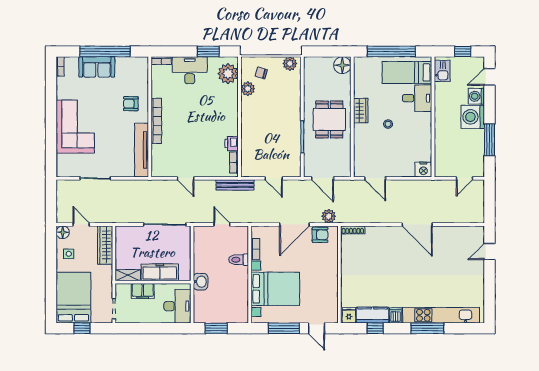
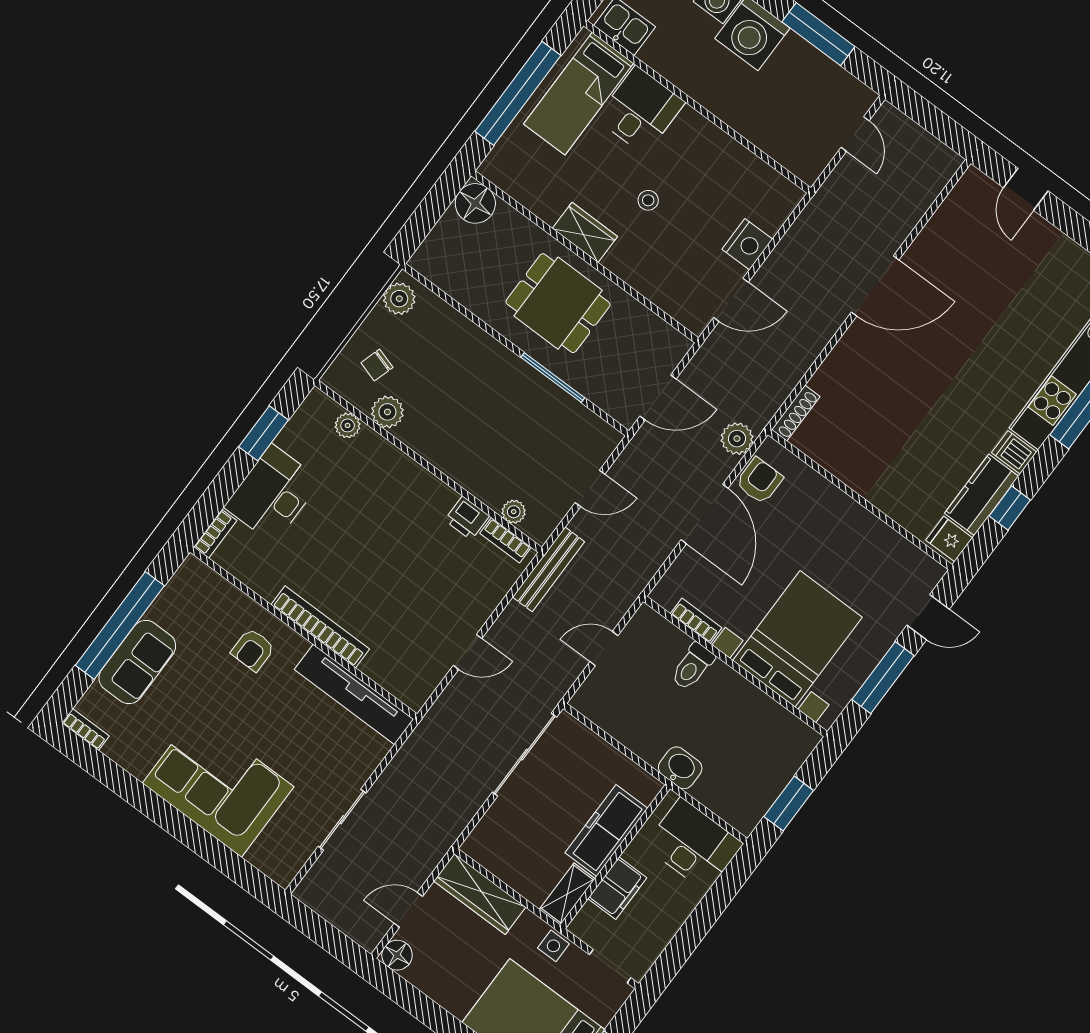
plant: (228, 74) -> (348, 425), width x0.53, depth x0.53
plant: (246, 158) -> (514, 512), added
nightstand: (423, 170) -> (747, 244), moved
side table: (69, 254) -> (553, 946), moved

